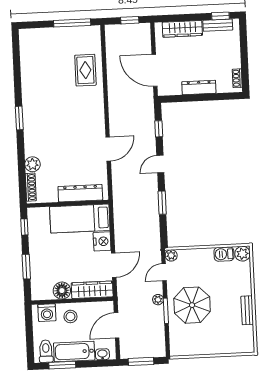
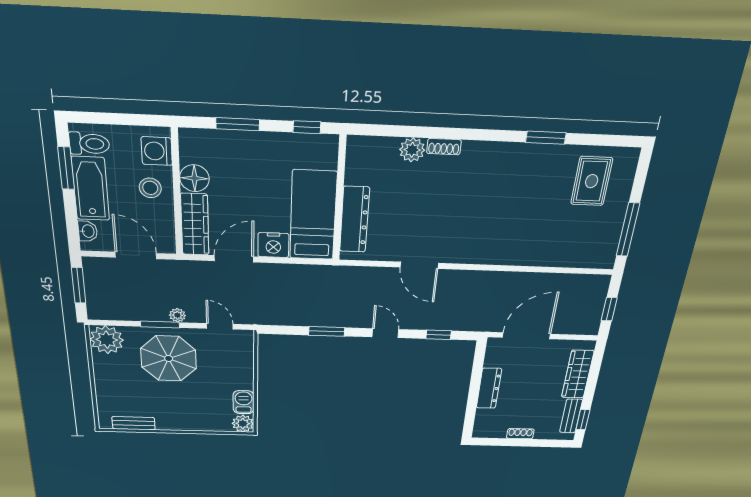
rug: (85, 70) -> (592, 181), moved, turned 90
shoe rack: (237, 78) -> (520, 434), moved
window: (19, 118) -> (546, 138), moved
shoe rack: (31, 187) -> (444, 147), moved, width x0.70
plant: (171, 255) -> (107, 340), moved, width x1.87, depth x1.87
door: (114, 265) -> (234, 259), swing flipped
bench: (247, 310) -> (134, 423), moved

